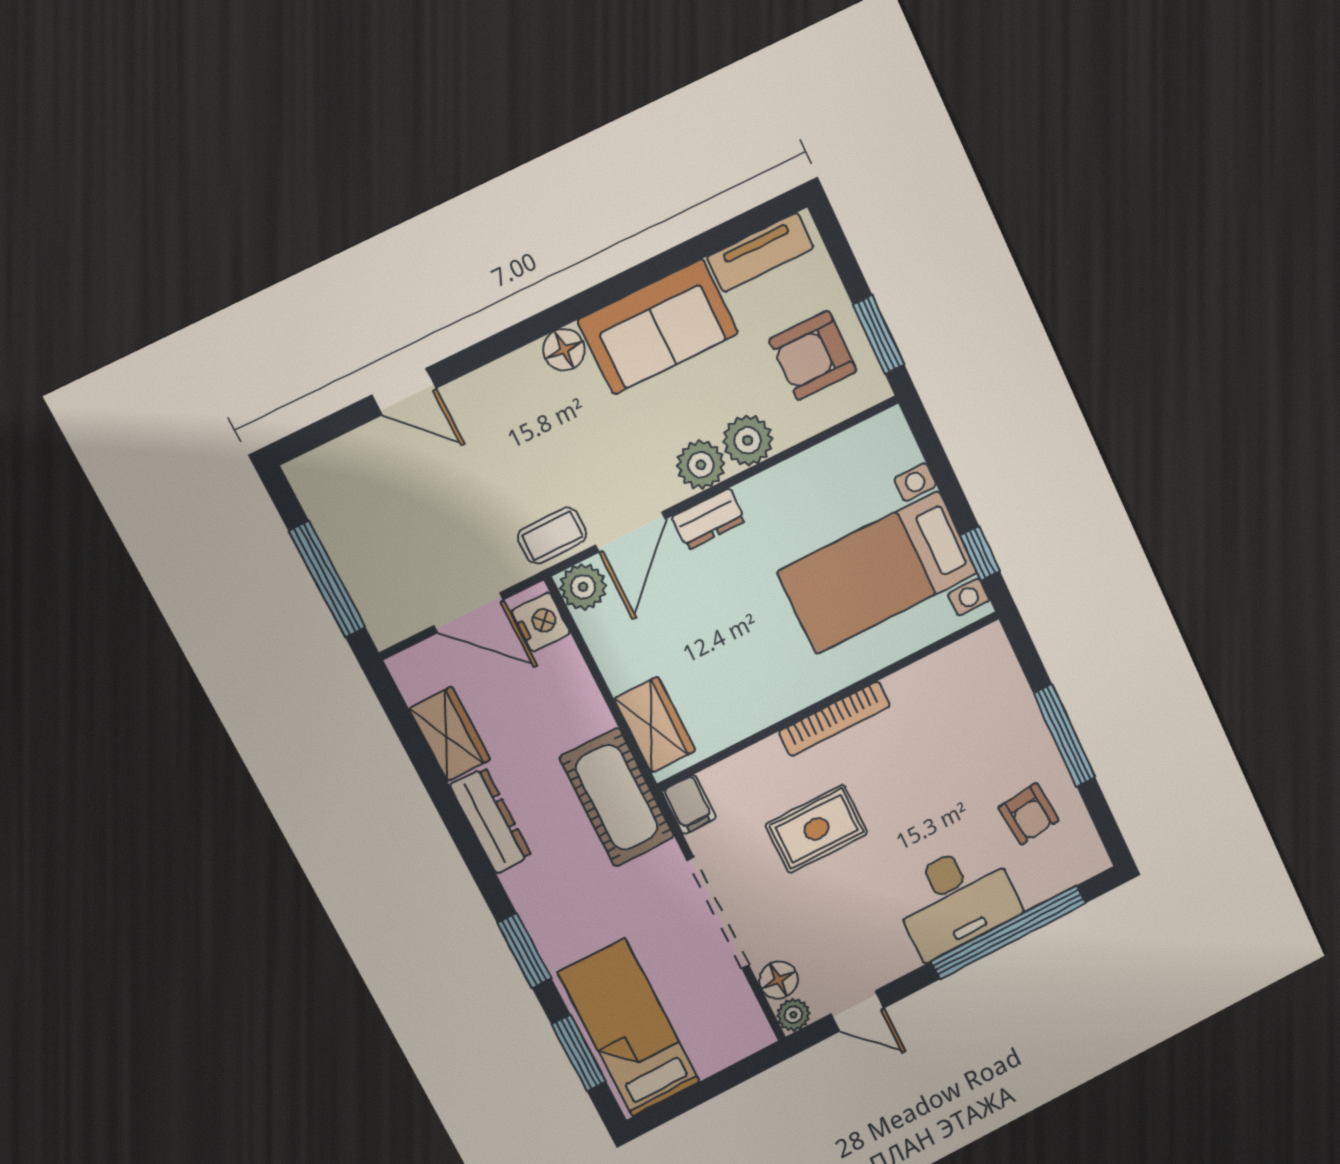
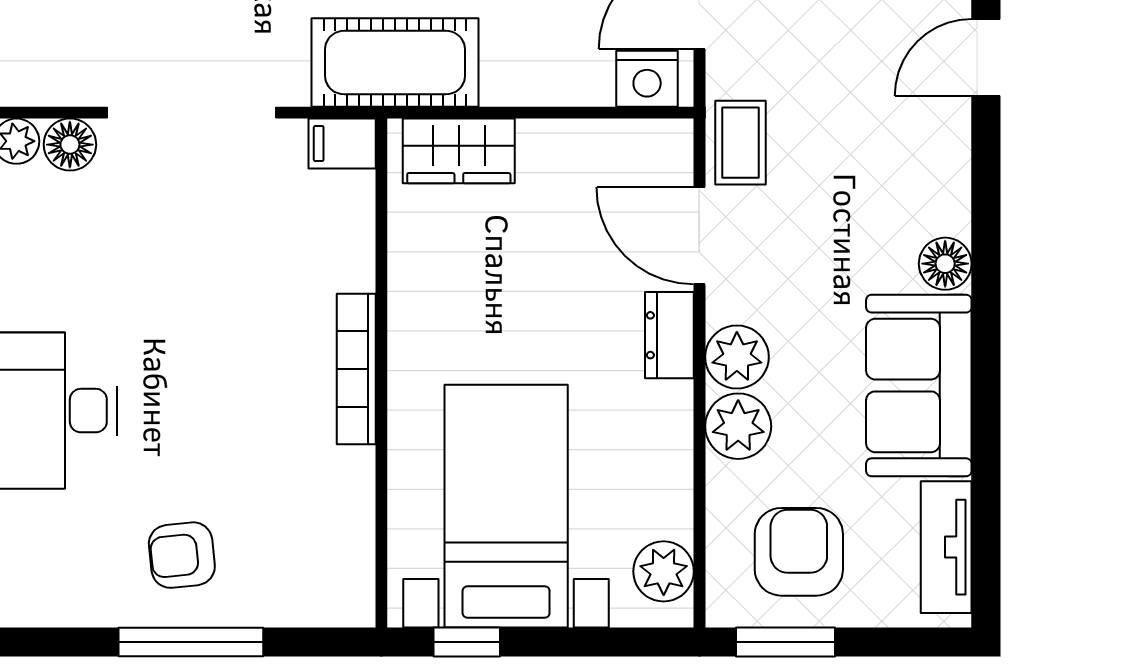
plant: (583, 587) -> (664, 571), moved
armchair: (1029, 814) -> (182, 555), moved
rug: (817, 829) -> (233, 282), removed

